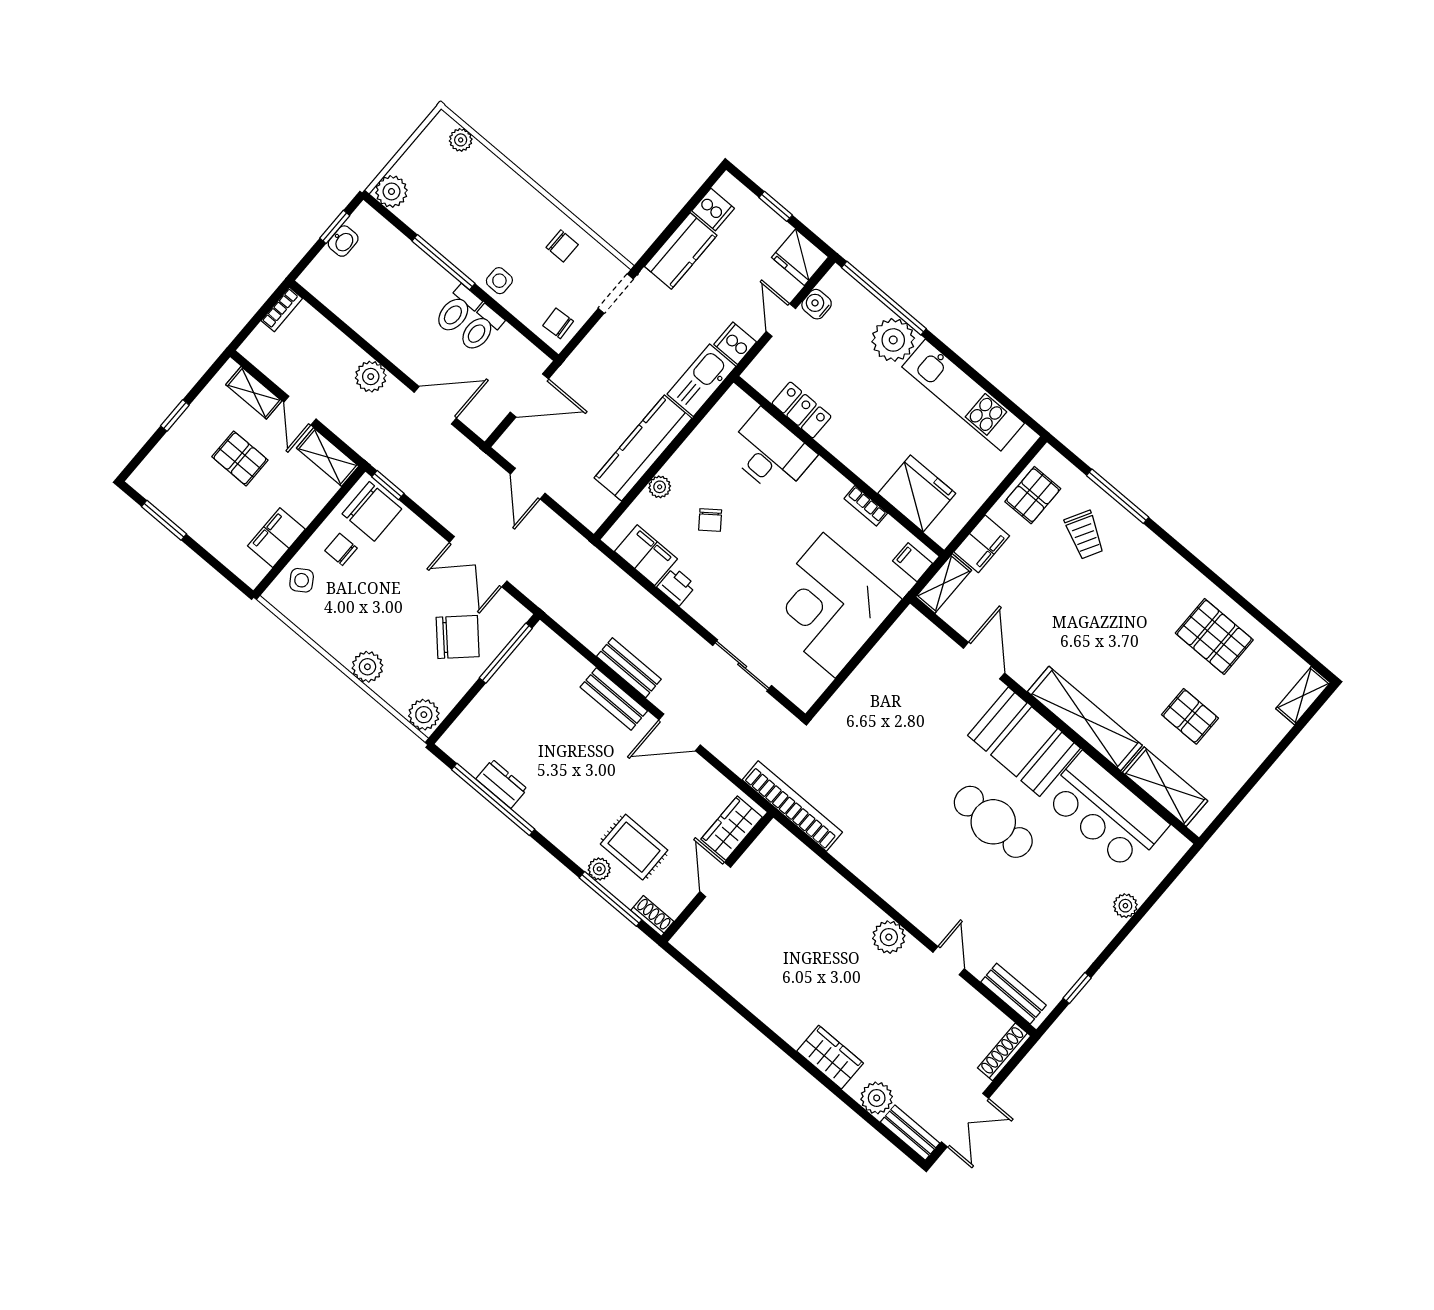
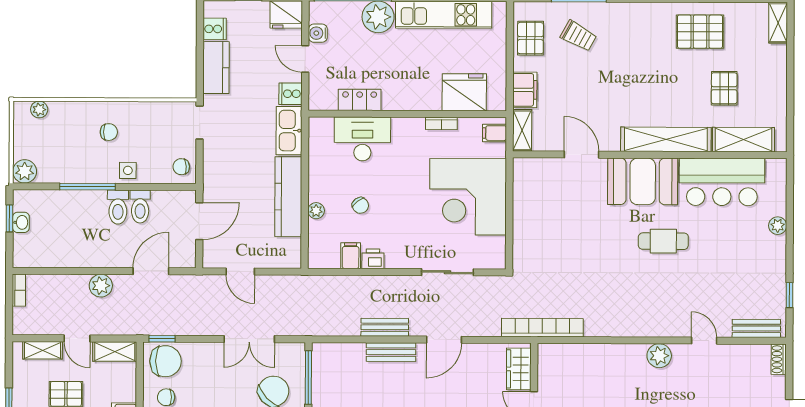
chair: (562, 246) -> (109, 132), moved
filing cabinet: (646, 555) -> (351, 256), width x0.50
pallet: (1190, 716) -> (724, 88), turned 90
cafe table: (993, 822) -> (663, 241), width x0.73, depth x0.74
shoe rack: (1004, 1052) -> (779, 359), width x0.70

